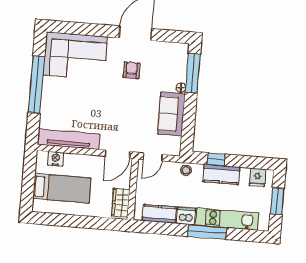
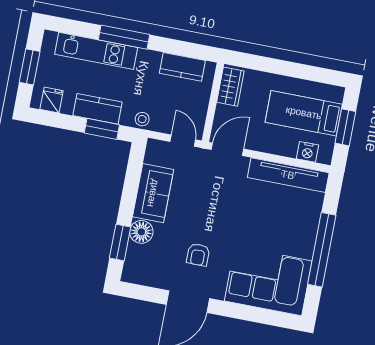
window: (193, 73) -> (120, 242), width x0.69
floor lamp: (181, 88) -> (141, 232), width x1.89, depth x1.89
door: (153, 157) -> (183, 141), hinge flipped
window: (216, 159) -> (102, 129), width x1.50
window: (28, 181) -> (345, 127), added
dishwasher: (186, 216) -> (148, 60), removed

